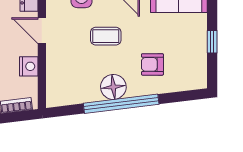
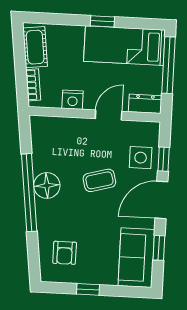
coffee table: (106, 36) -> (99, 180), turned 75
armchair: (152, 64) -> (65, 253), moved, turned 180

